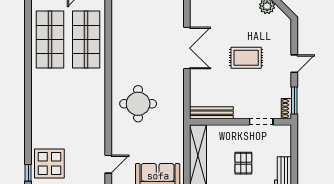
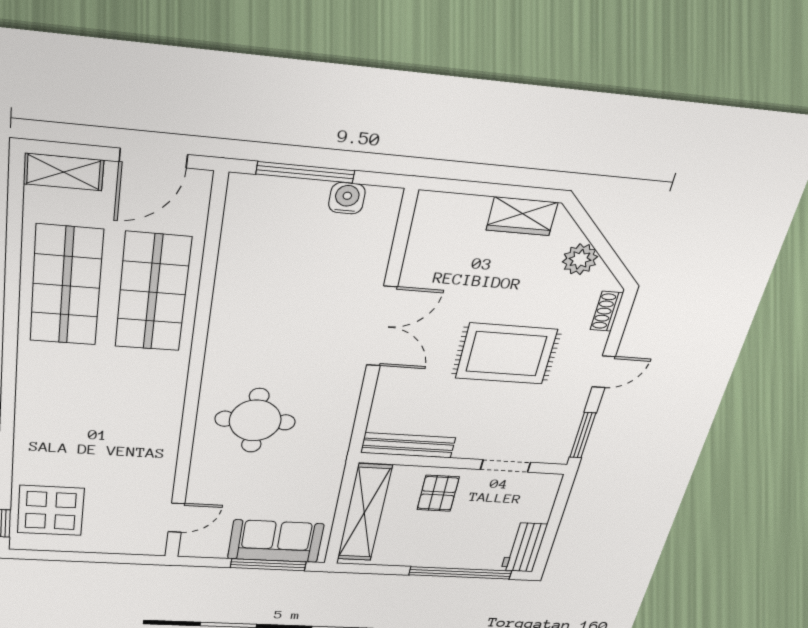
rug: (246, 58) -> (506, 354), width x1.36, depth x1.43
shoe rack: (286, 109) -> (607, 311), moved
pallet: (243, 163) -> (438, 493), moved

